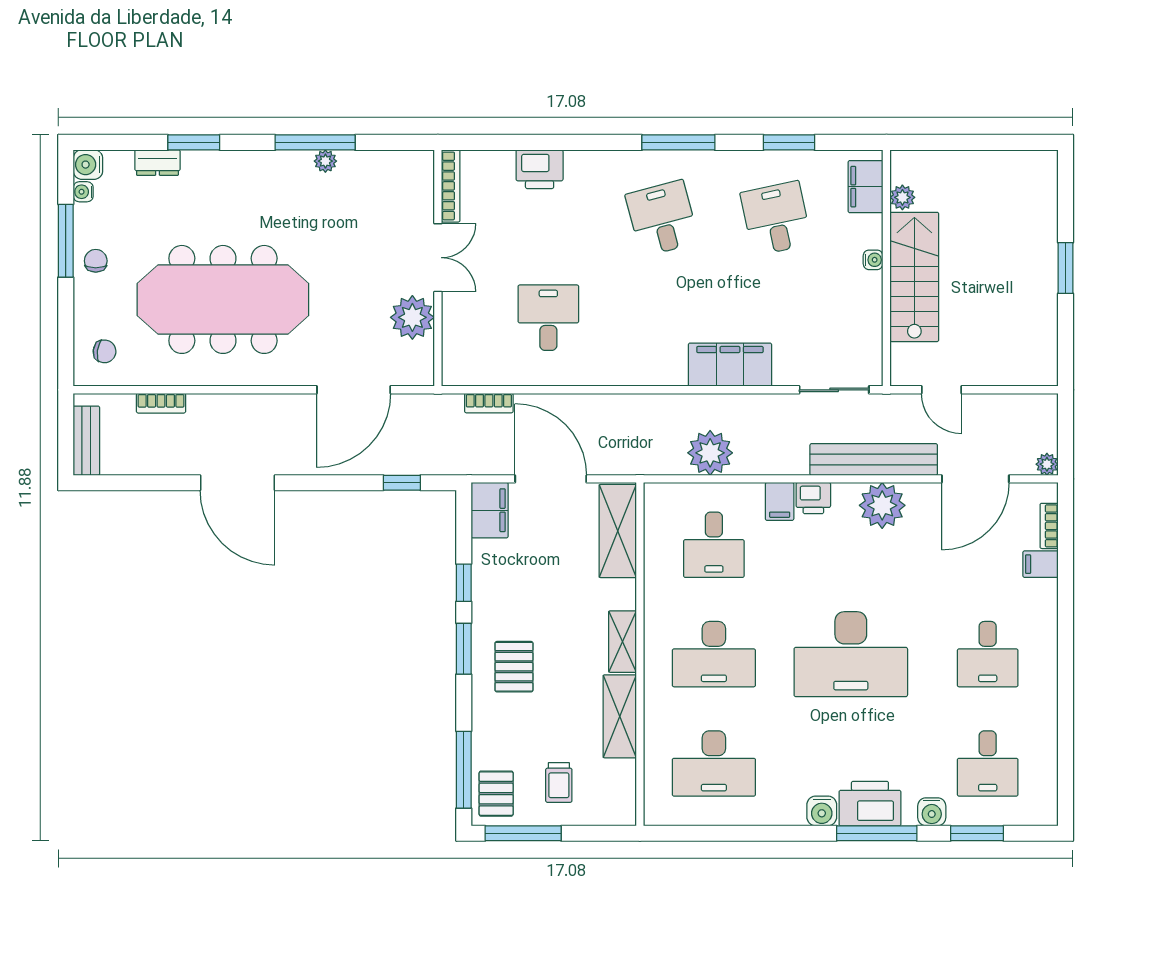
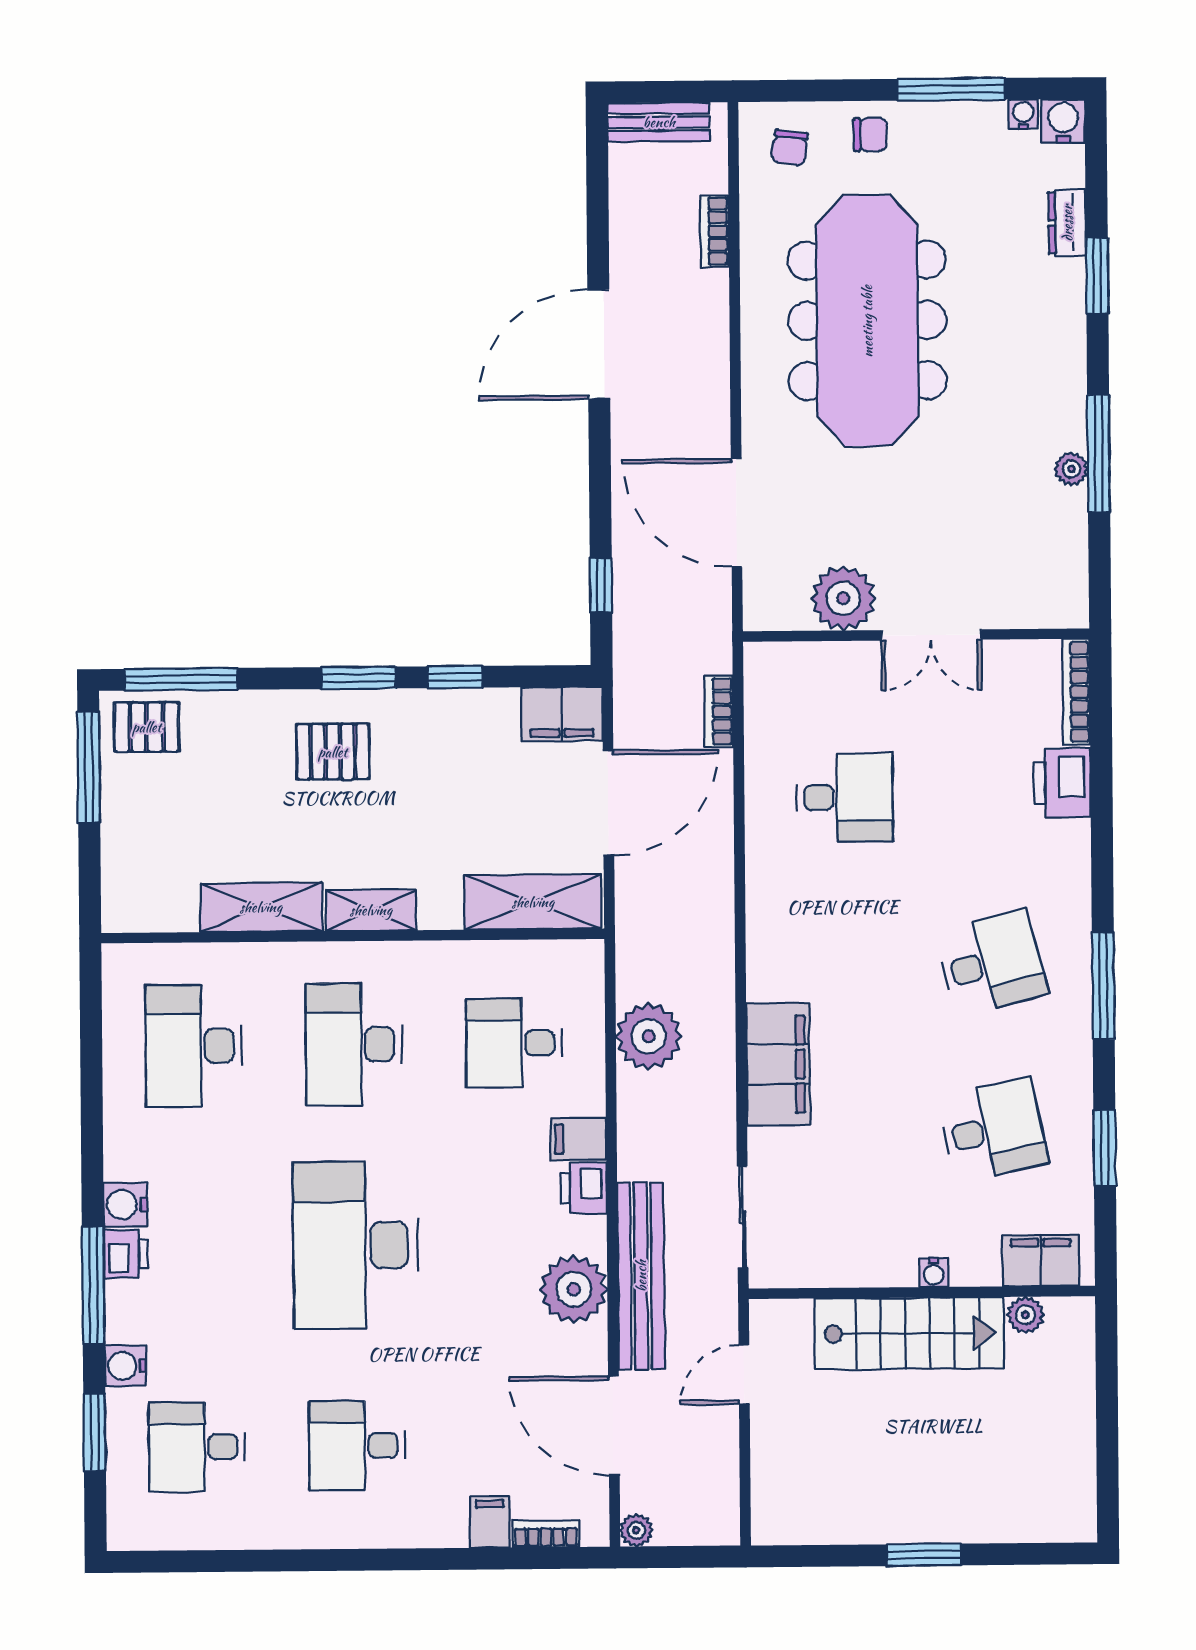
bookcase: (451, 186) -> (1076, 692), moved, turned 90
chair: (96, 261) -> (870, 135), moved
trolley: (559, 782) -> (164, 819), removed
printer: (870, 804) -> (126, 1254), width x0.53, depth x0.68

